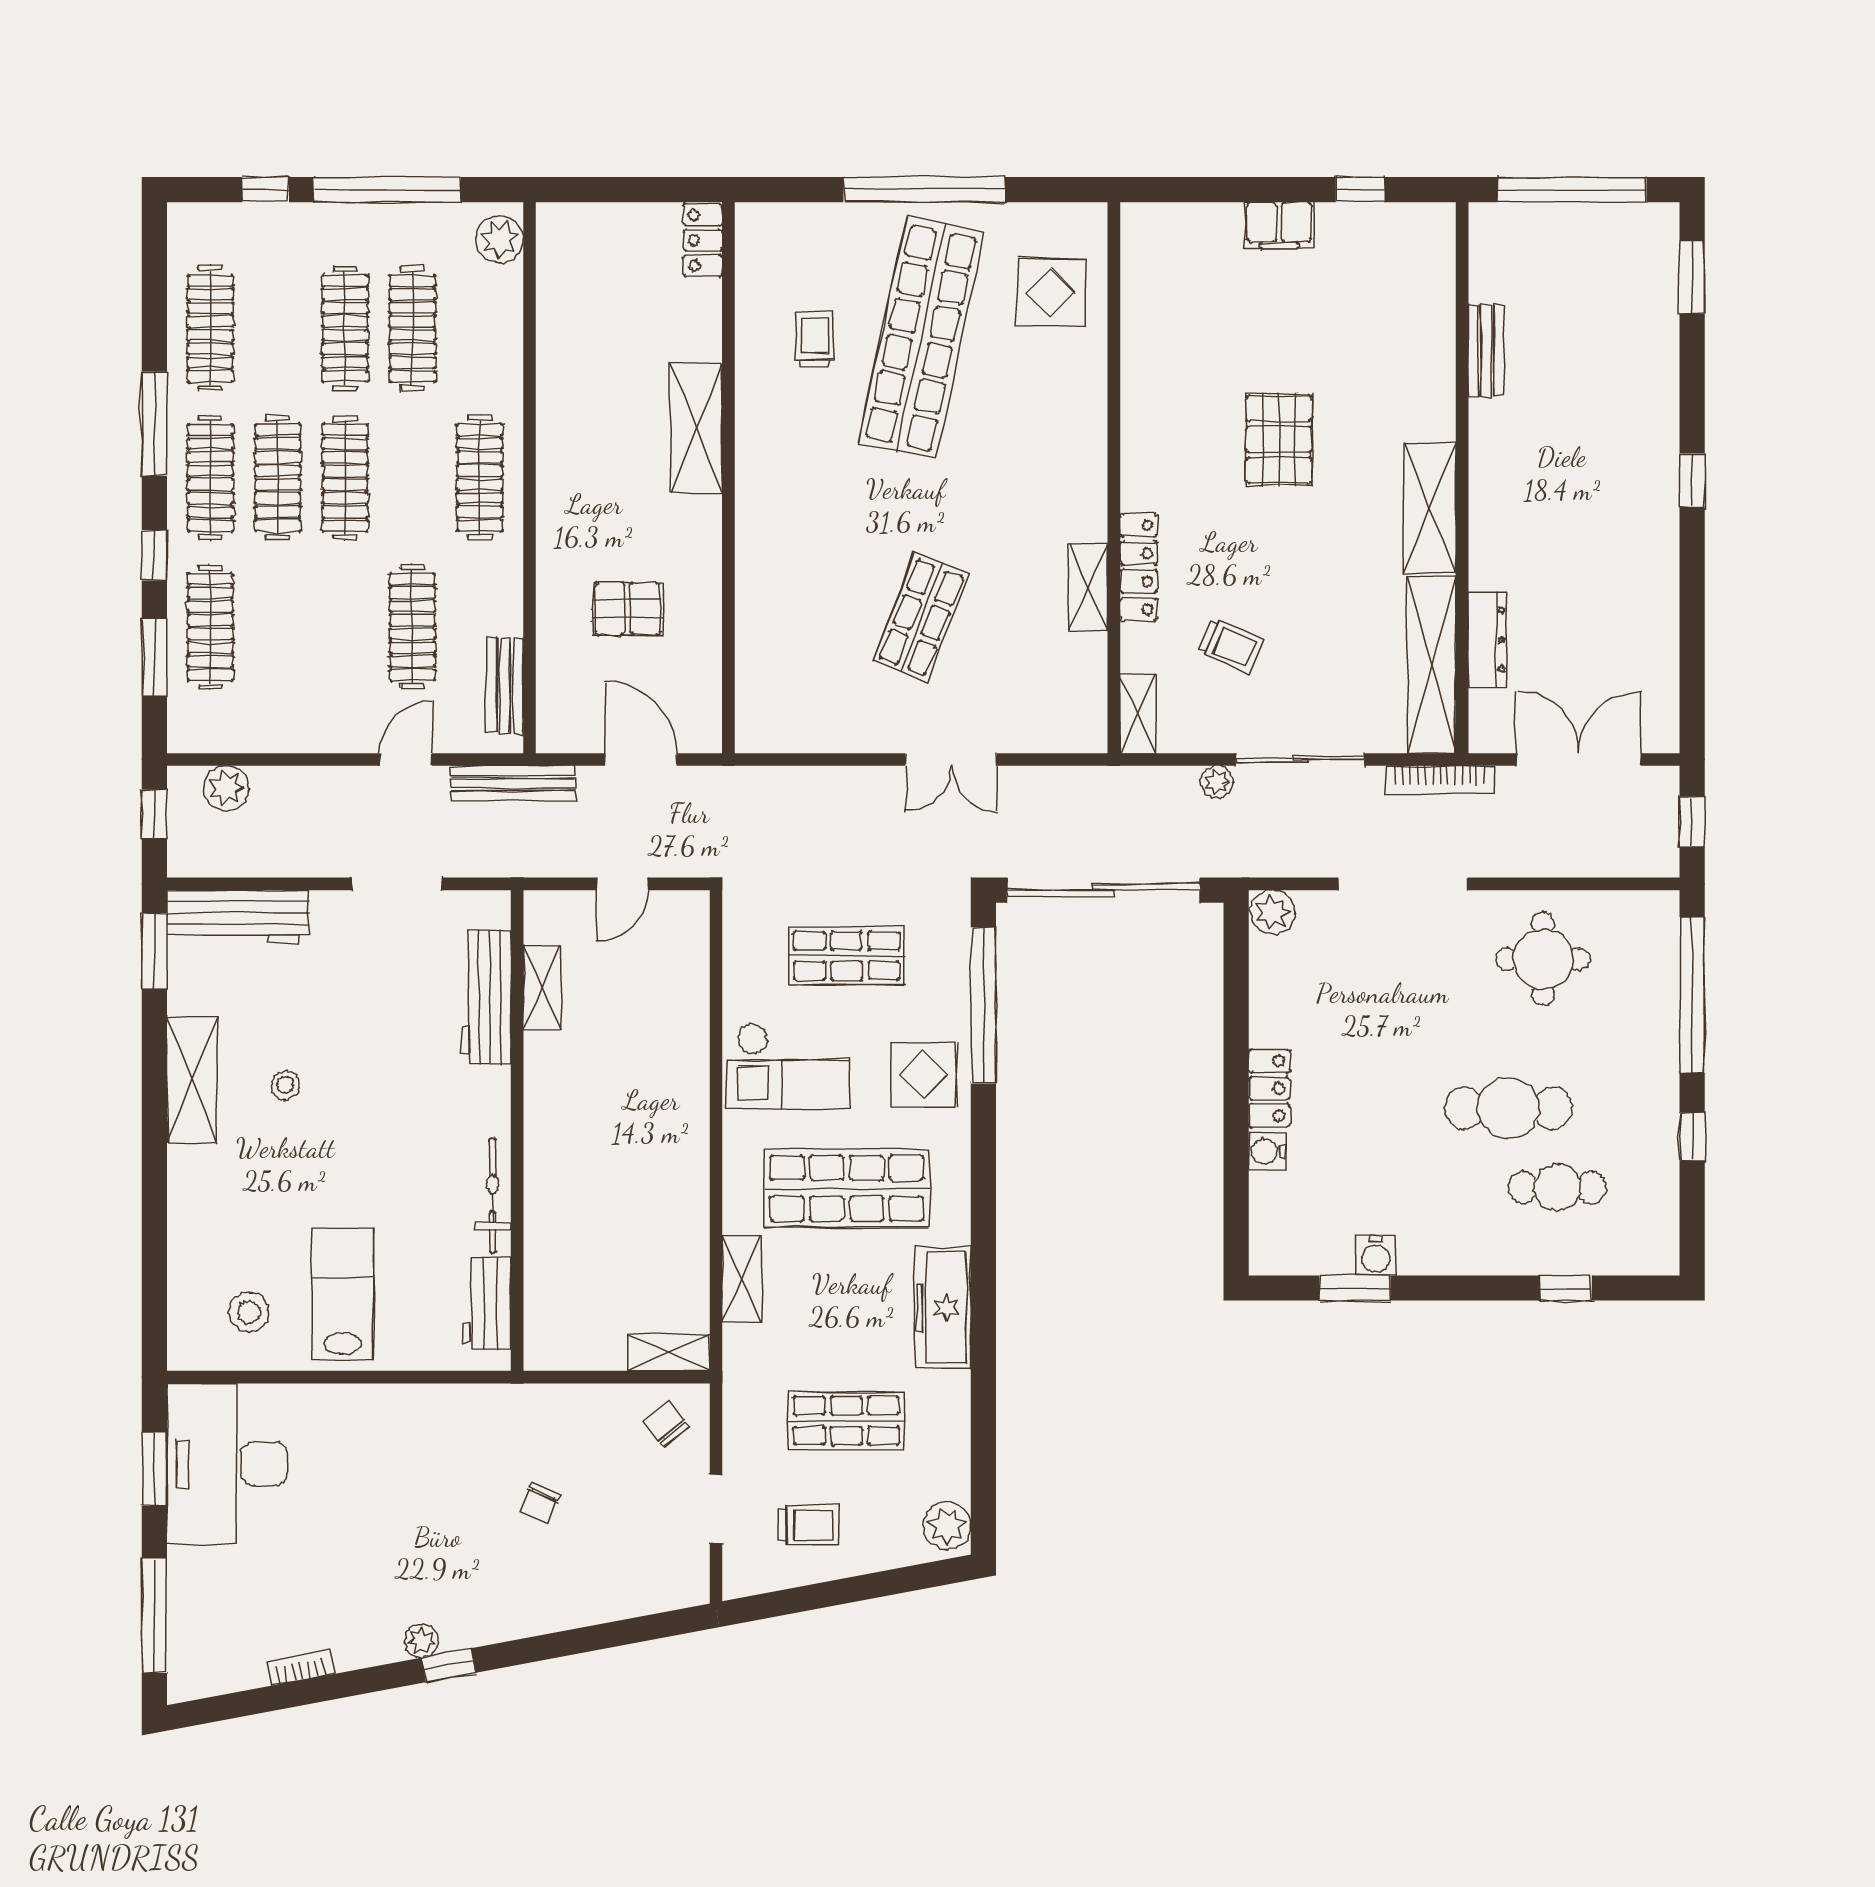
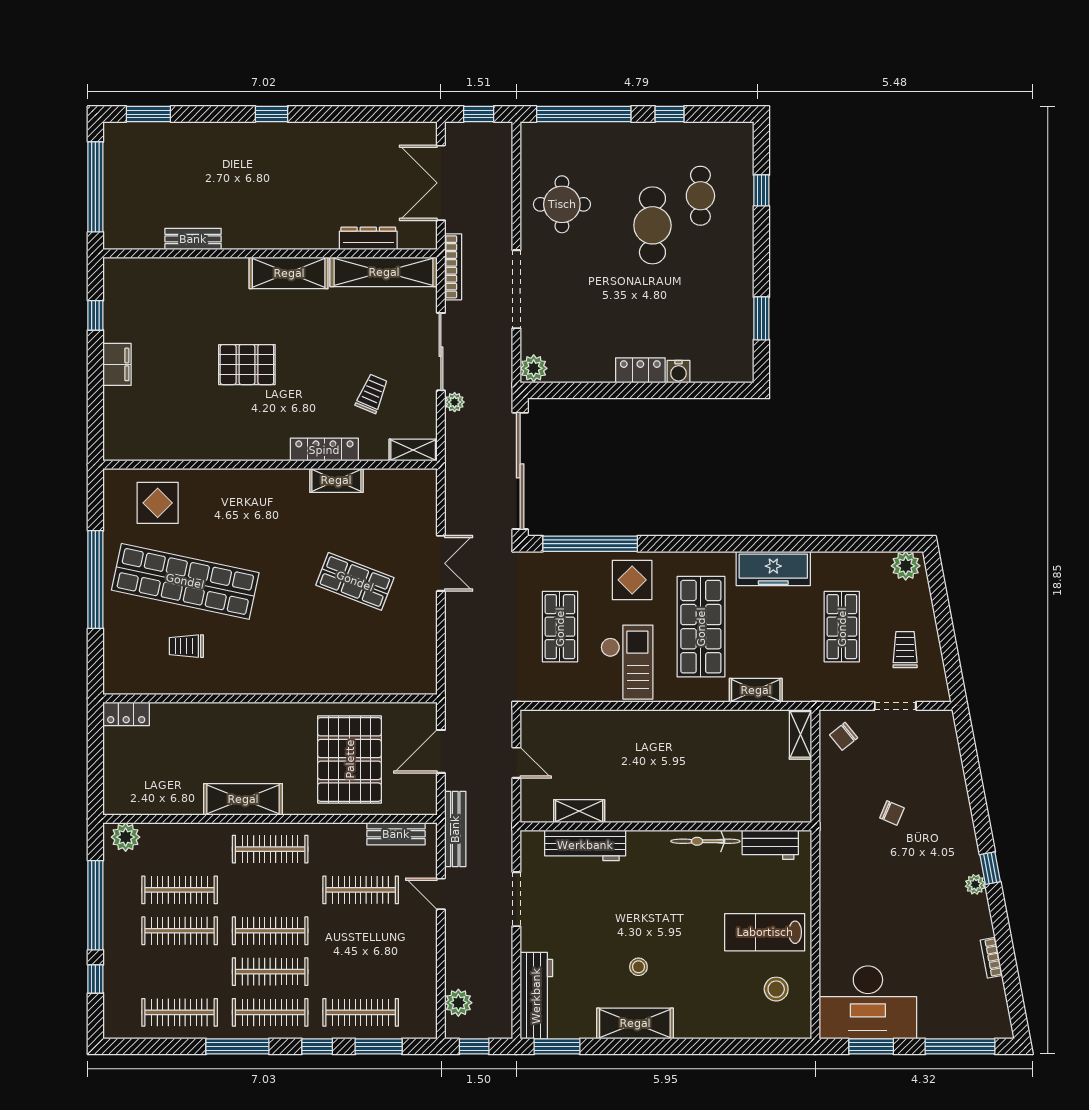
shelving: (696, 428) -> (243, 799), moved
pallet: (628, 609) -> (350, 759), width x2.05, depth x2.00
water cooler: (1376, 1255) -> (742, 306), removed

